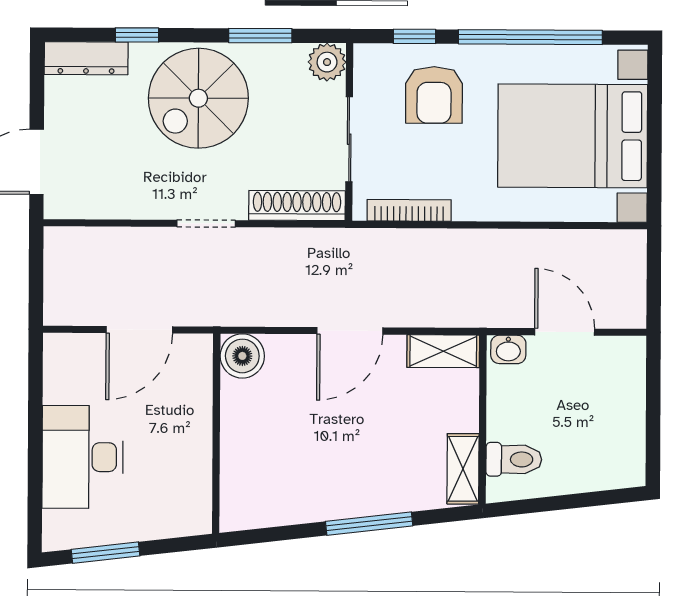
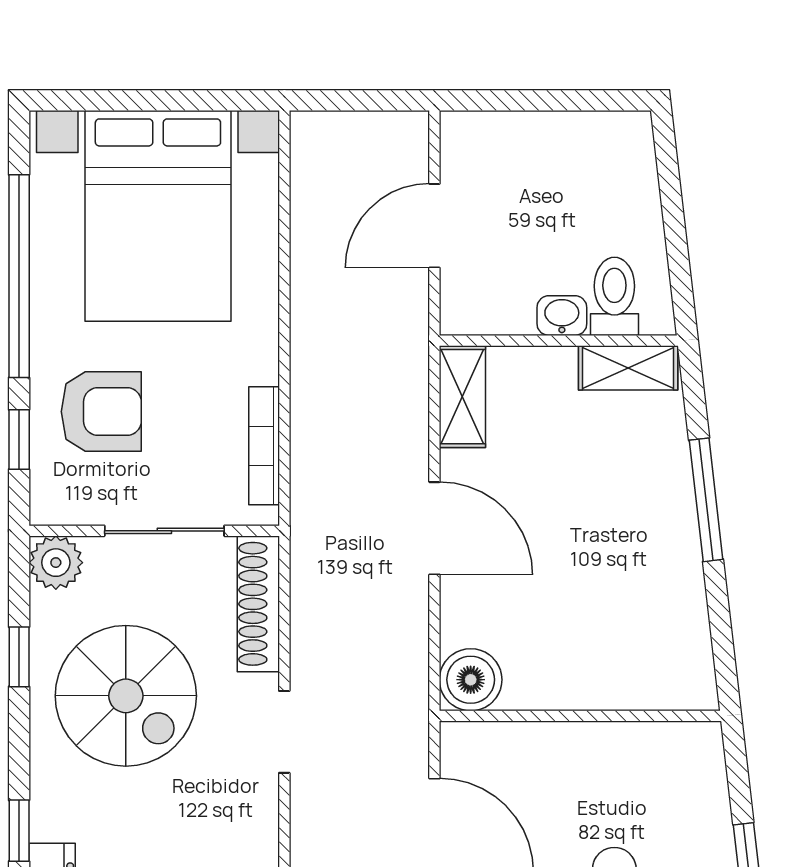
window: (260, 36) -> (19, 657), width x0.67
spiral stairs: (198, 98) -> (126, 696), moved
washbasin: (508, 349) -> (562, 316), moved, turned -90

